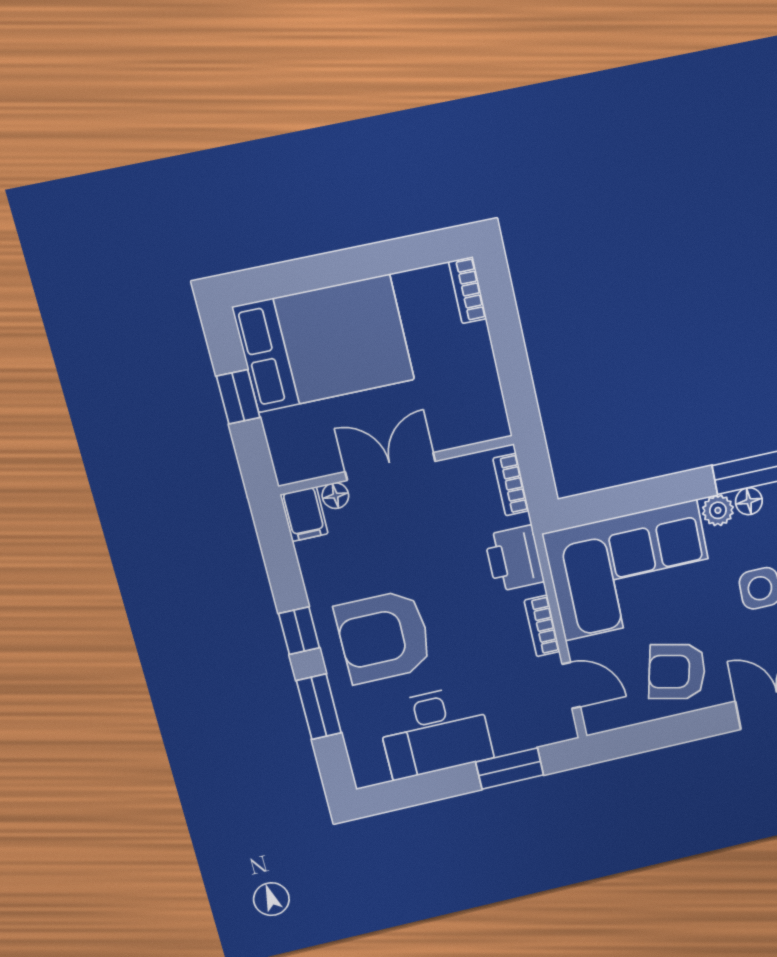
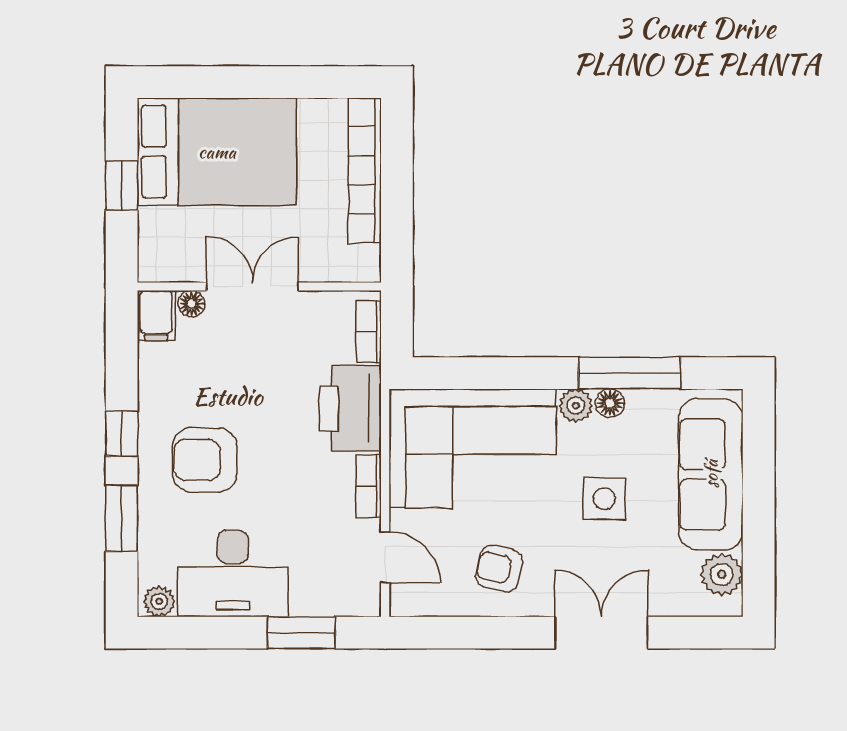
bookcase: (468, 290) -> (365, 170), width x2.31, depth x1.31
printer: (514, 558) -> (350, 408), width x1.37, depth x1.19
armchair: (384, 637) -> (205, 460), width x0.73, depth x0.73
armchair: (677, 672) -> (499, 569), width x0.72, depth x0.72
plant: (373, 772) -> (159, 601), added

